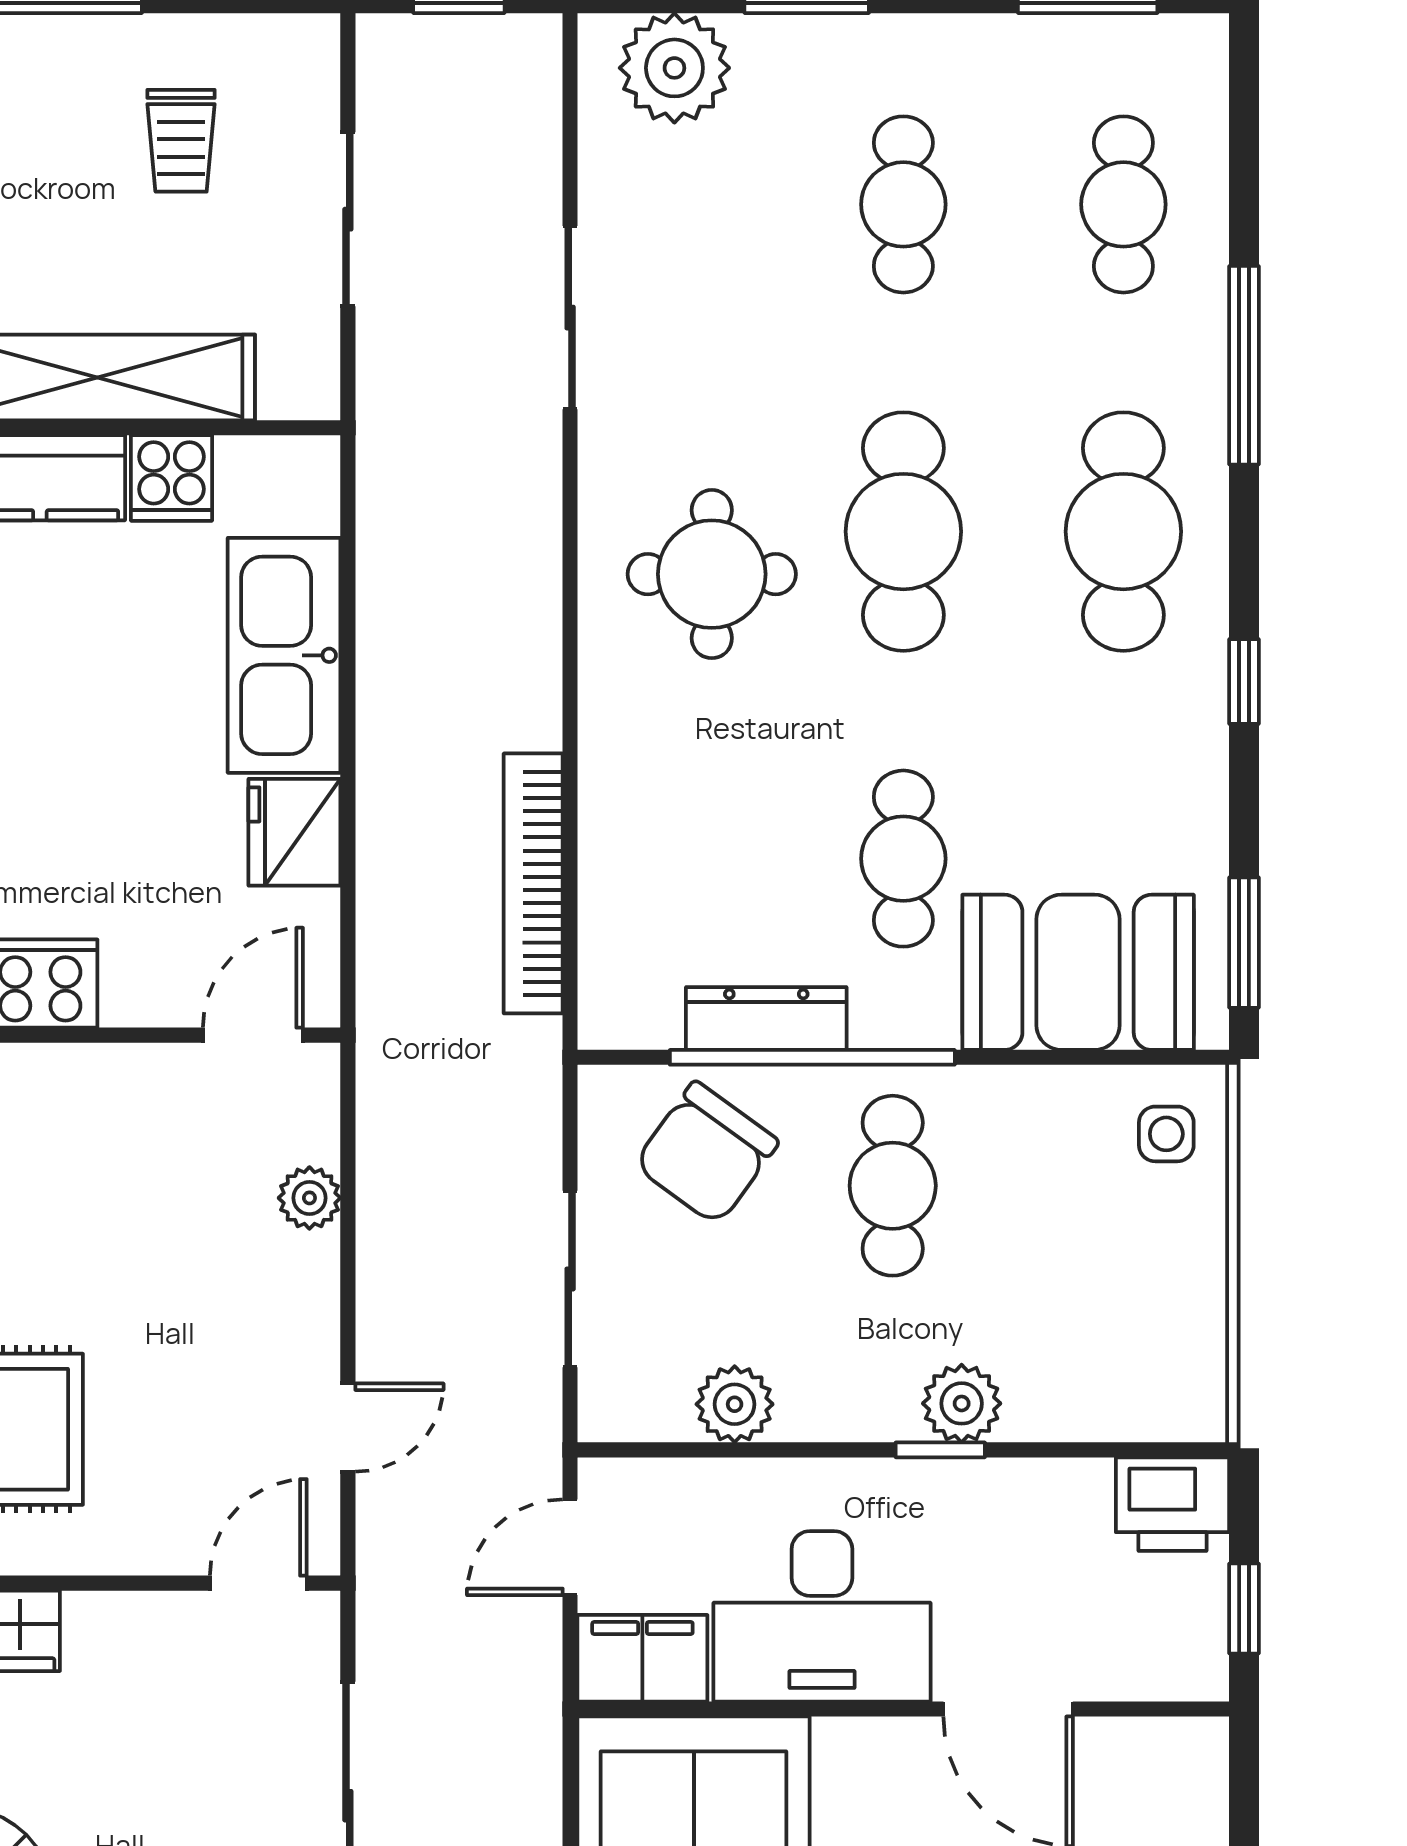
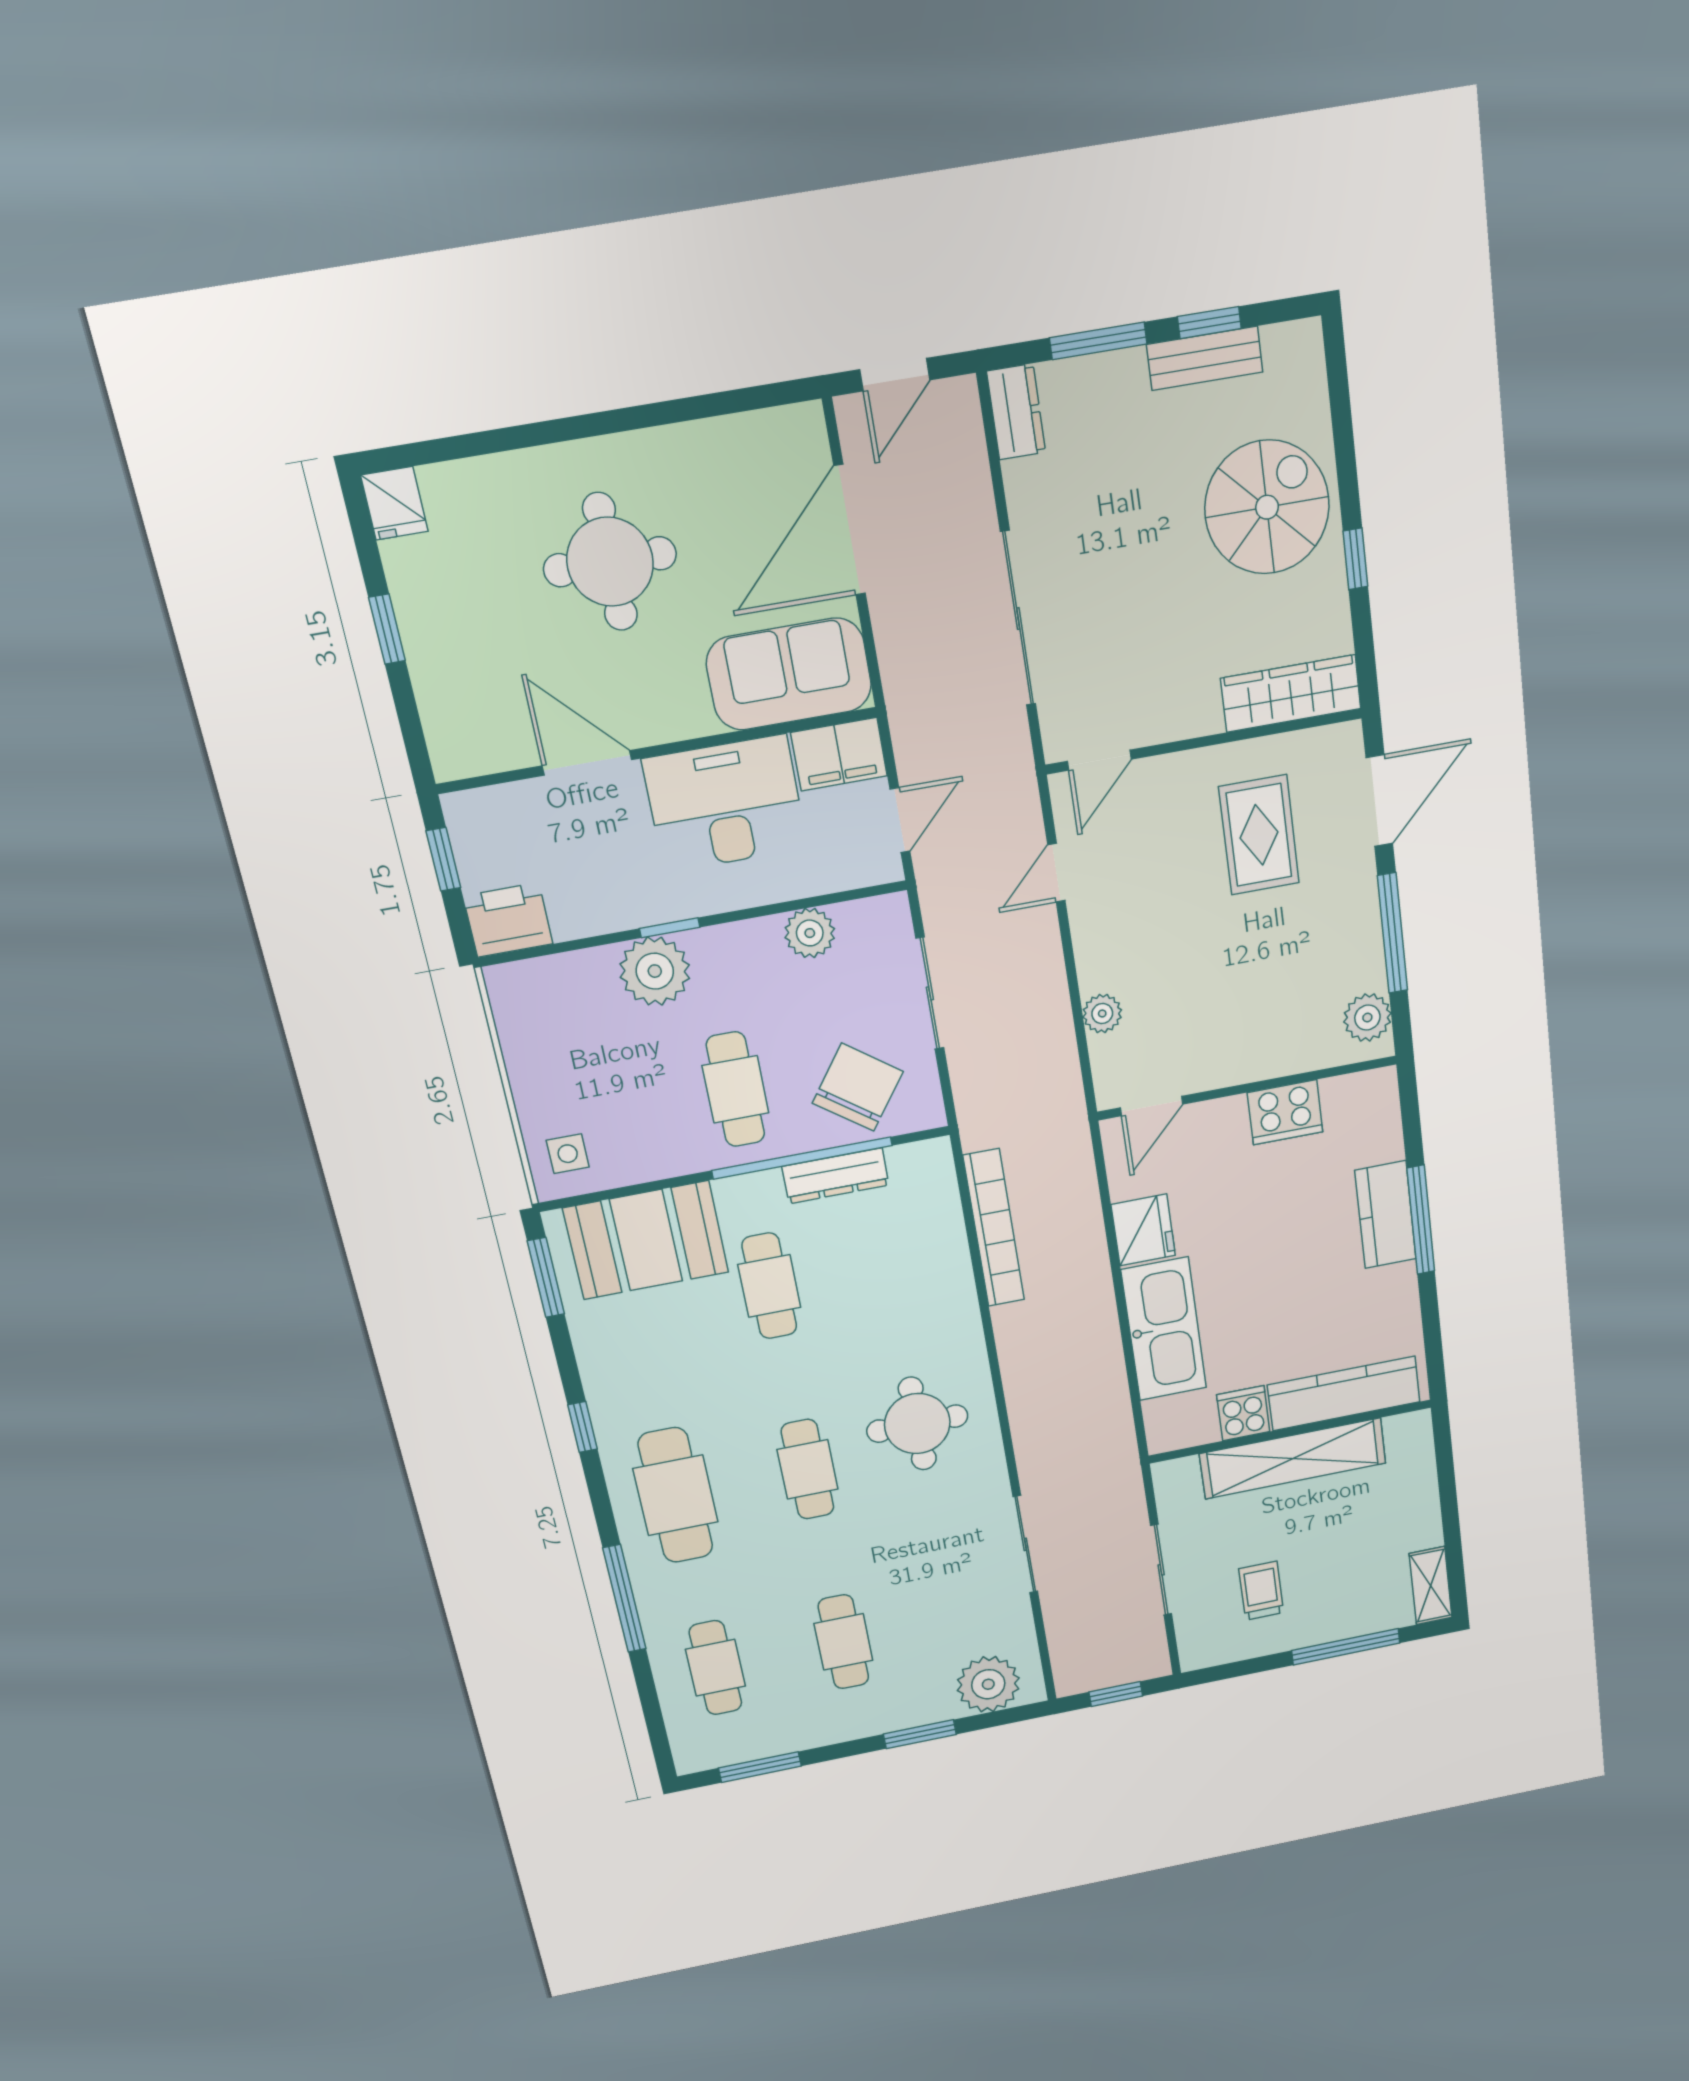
cafe table: (903, 532) -> (808, 1469), width x0.73, depth x0.74
plant: (962, 1403) -> (655, 971), width x1.36, depth x1.36

